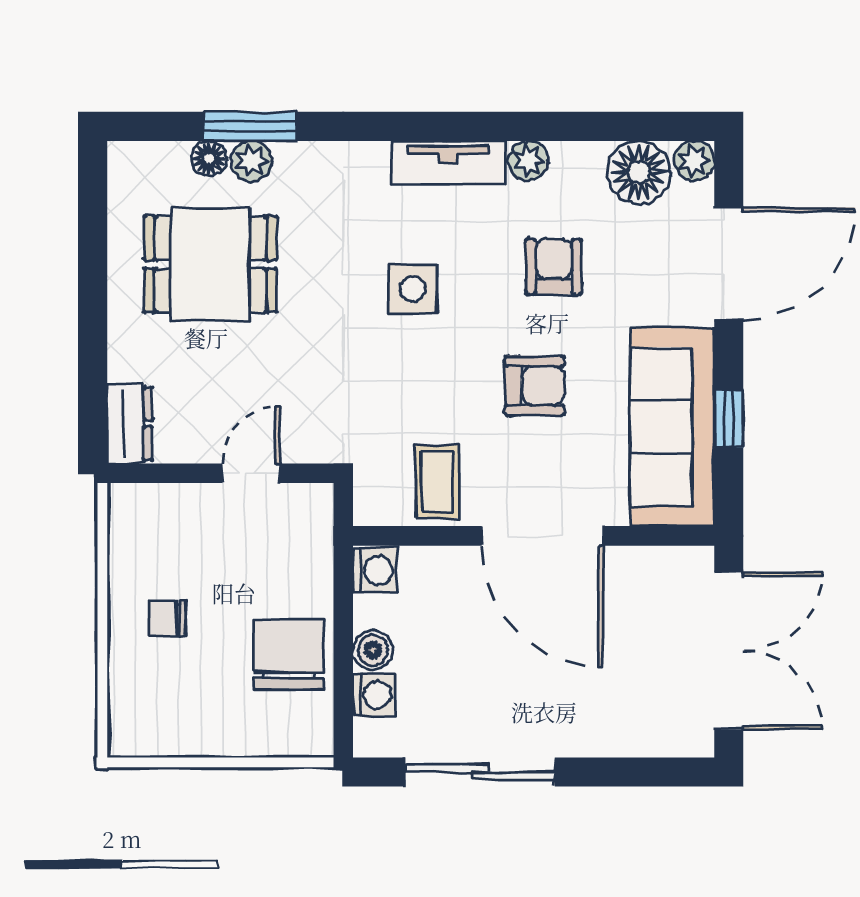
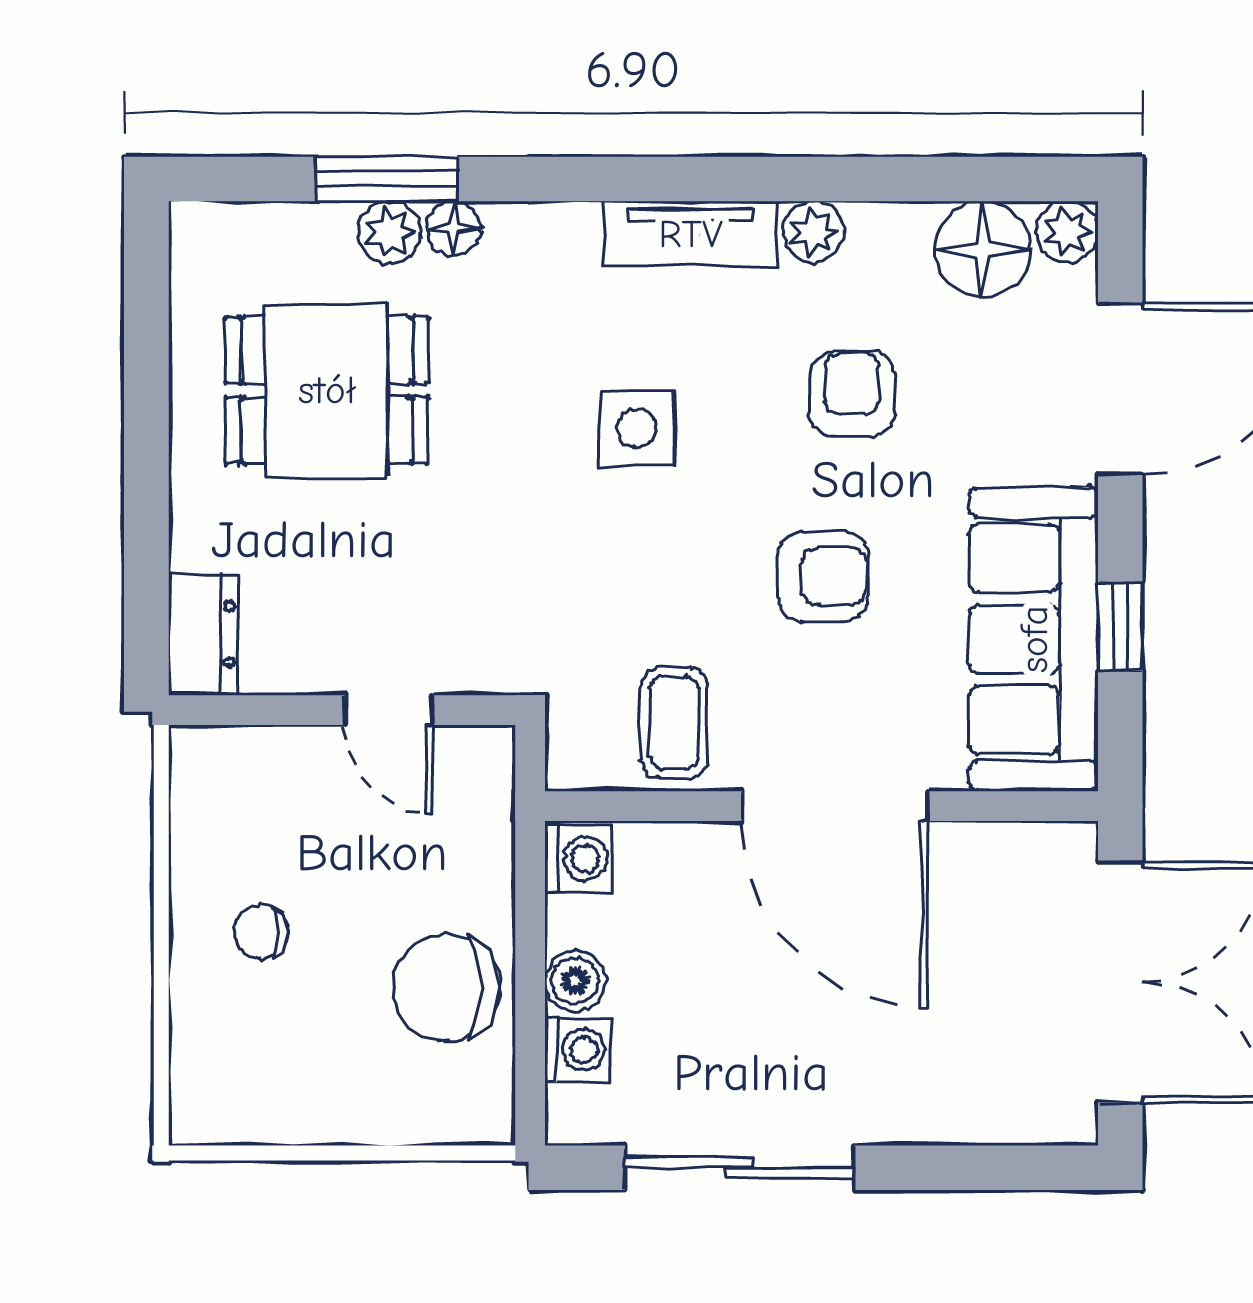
floor lamp: (209, 159) -> (454, 228), moved
door: (251, 473) -> (389, 710), swing flipped
chair: (288, 654) -> (446, 988), turned -90

